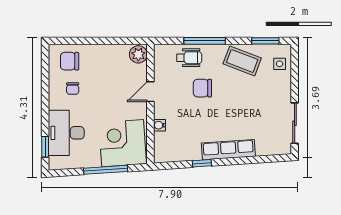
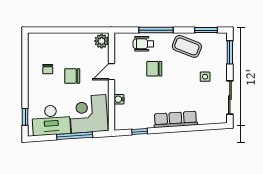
wheelchair: (189, 58) -> (143, 44), turned 180
chair: (70, 61) -> (72, 76), moved
side table: (280, 64) -> (205, 77), moved
window: (295, 68) -> (230, 52), added
desk: (66, 133) -> (51, 120), moved, turned -94
window: (202, 163) -> (140, 132), moved

